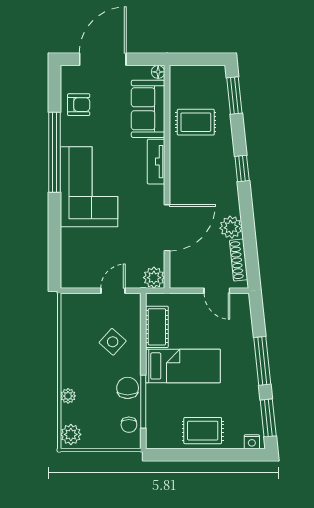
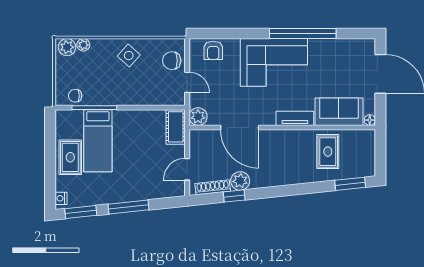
armchair: (79, 105) -> (213, 50), moved
window: (242, 169) -> (234, 196), moved
cot: (157, 327) -> (176, 127), moved, turned 90
side table: (113, 342) -> (129, 56), moved
bed: (183, 366) -> (98, 141), moved
chair: (128, 388) -> (172, 61), moved, turned 180
plant: (68, 396) -> (83, 45), moved

